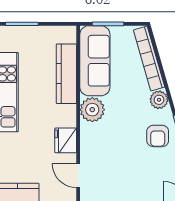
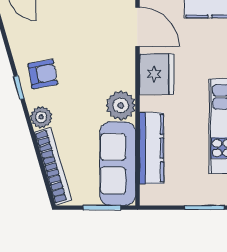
armchair: (158, 136) -> (43, 74), turned 80
fridge: (66, 140) -> (157, 74), width x1.36, depth x1.34
door: (78, 176) -> (137, 27), width x1.38

